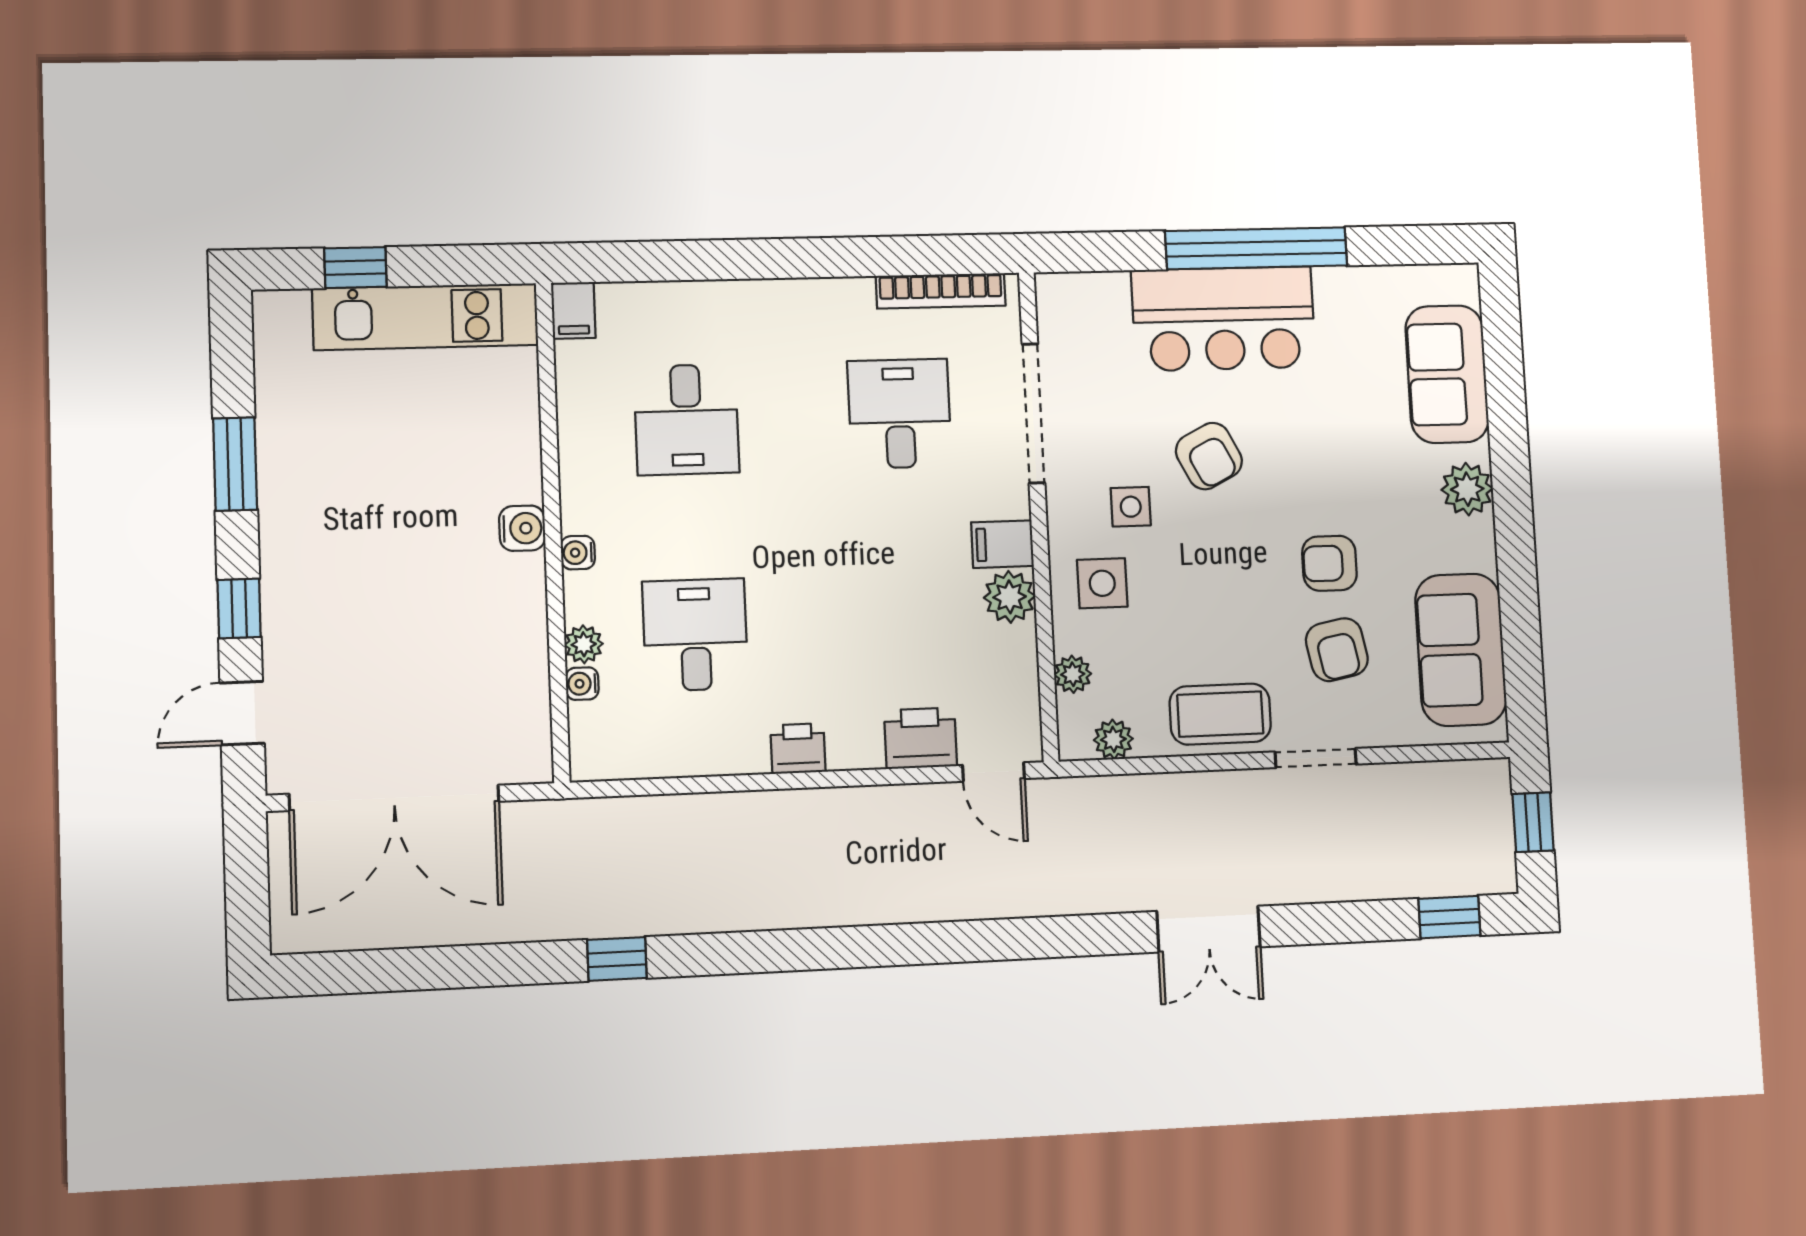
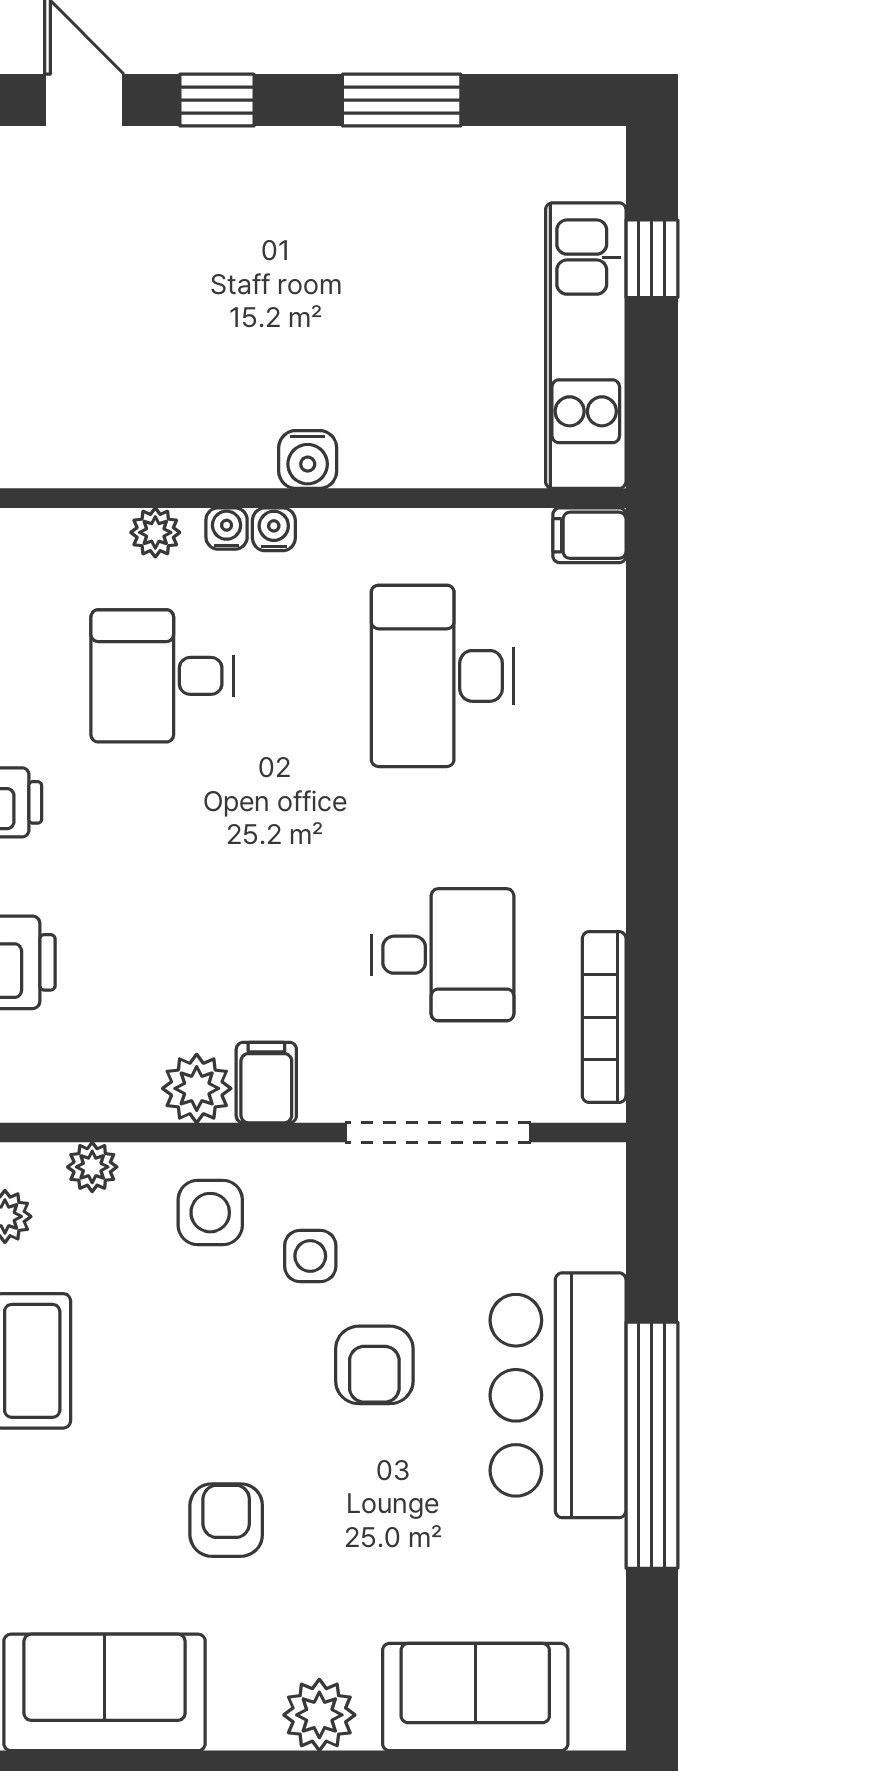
desk: (686, 420) -> (443, 676), width x1.37
armchair: (1209, 456) -> (374, 1365), turned -63
desk: (695, 635) -> (162, 676), turned 180
armchair: (1337, 650) -> (111, 1523), removed
water cooler: (582, 684) -> (227, 529), moved

